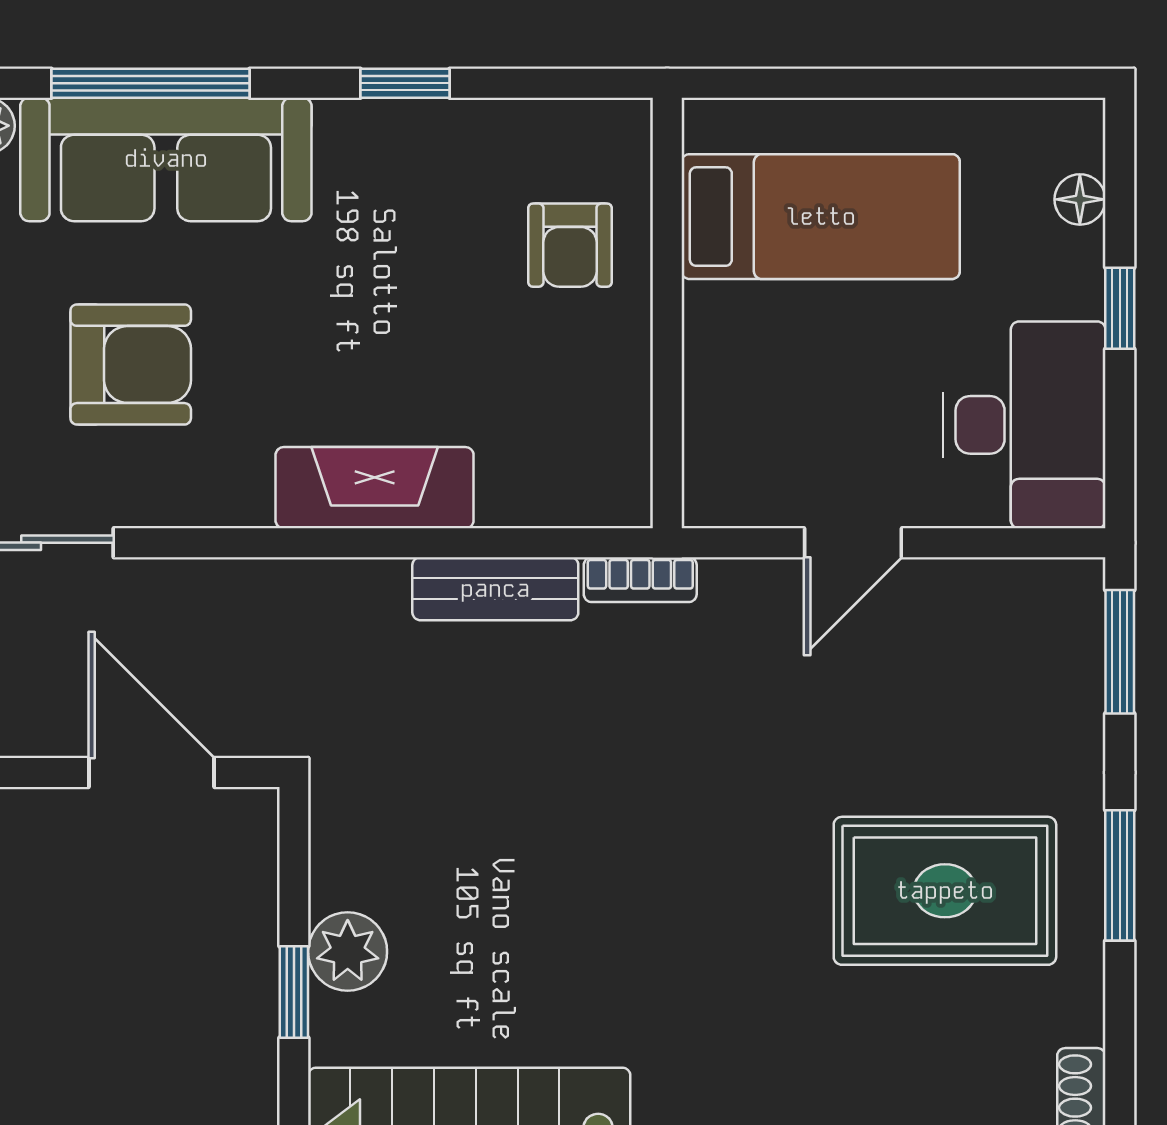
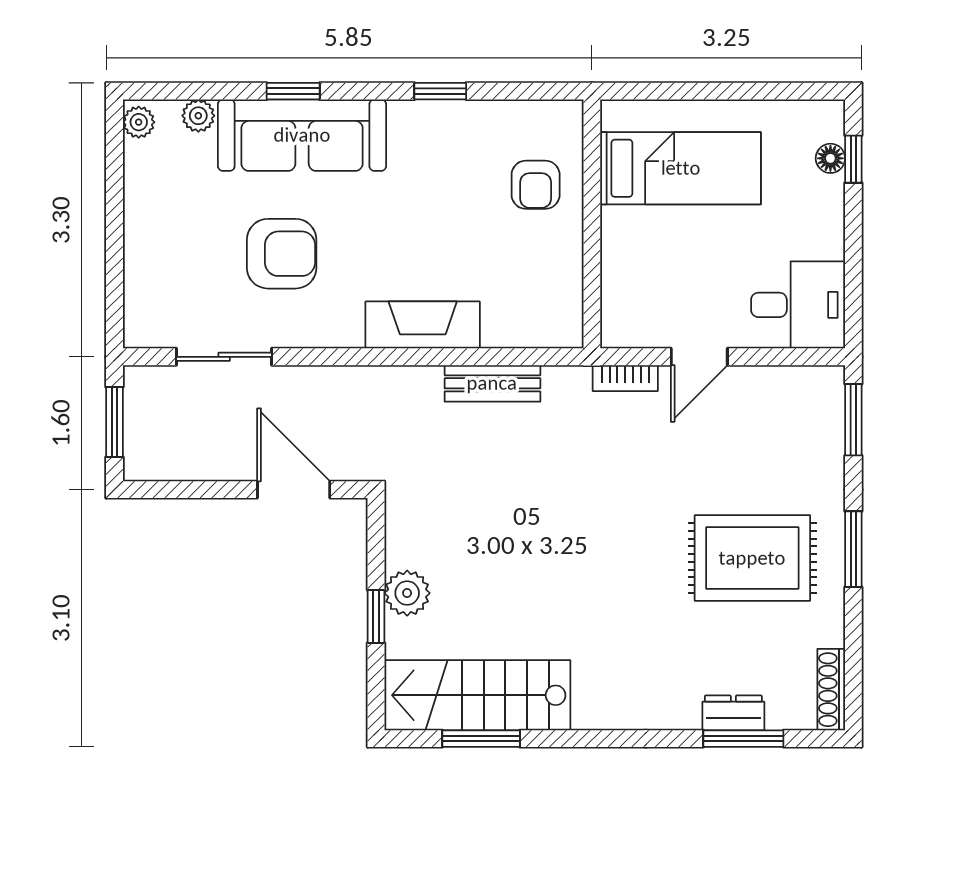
window: (150, 83) -> (293, 91), width x0.46
window: (1120, 308) -> (853, 159), moved
desk: (1024, 425) -> (798, 305), width x0.73
bookcase: (640, 580) -> (625, 378), moved

